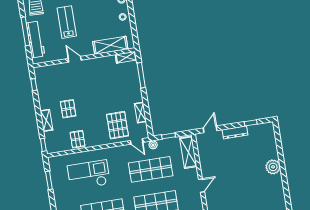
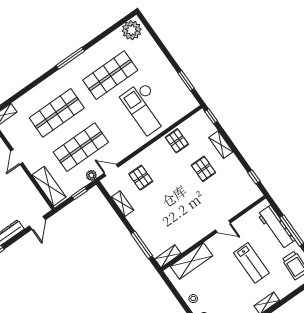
pallet: (117, 125) -> (141, 178), width x0.67, depth x0.71
checkout: (89, 175) -> (145, 108), turned 90

